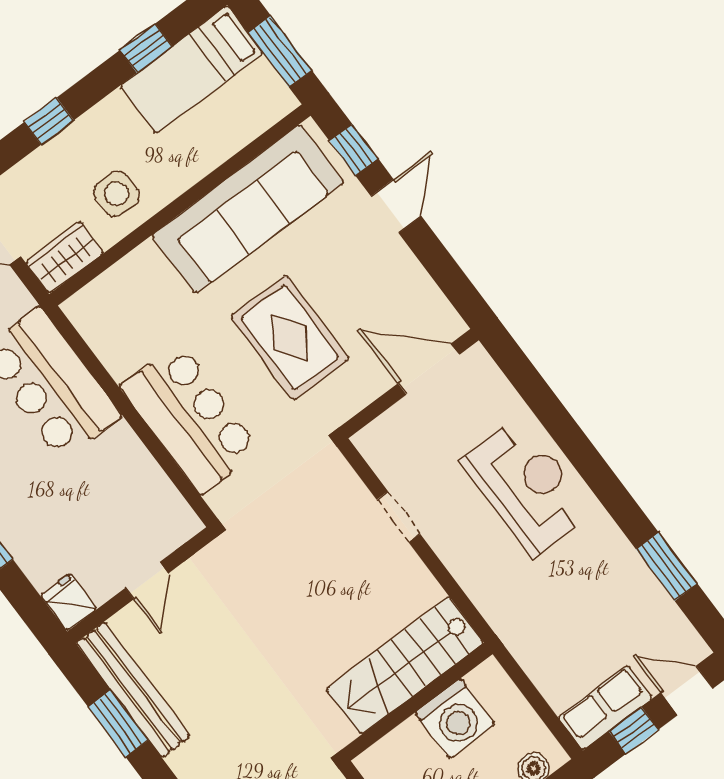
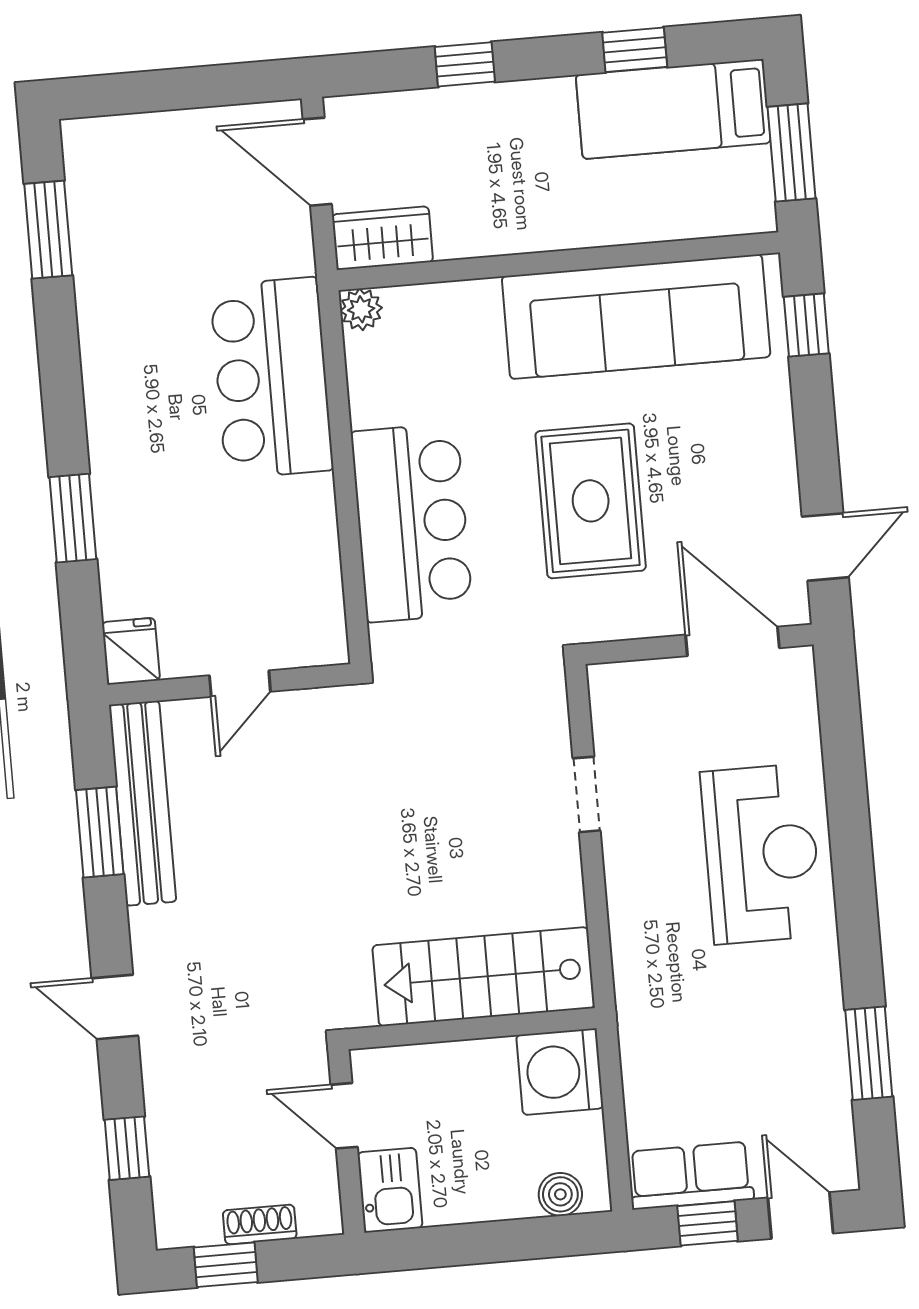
side table: (117, 194) -> (492, 201), removed
door: (396, 206) -> (825, 547), moved
plant: (79, 309) -> (361, 309), added
washing machine: (455, 718) -> (560, 1072), moved, turned 90

